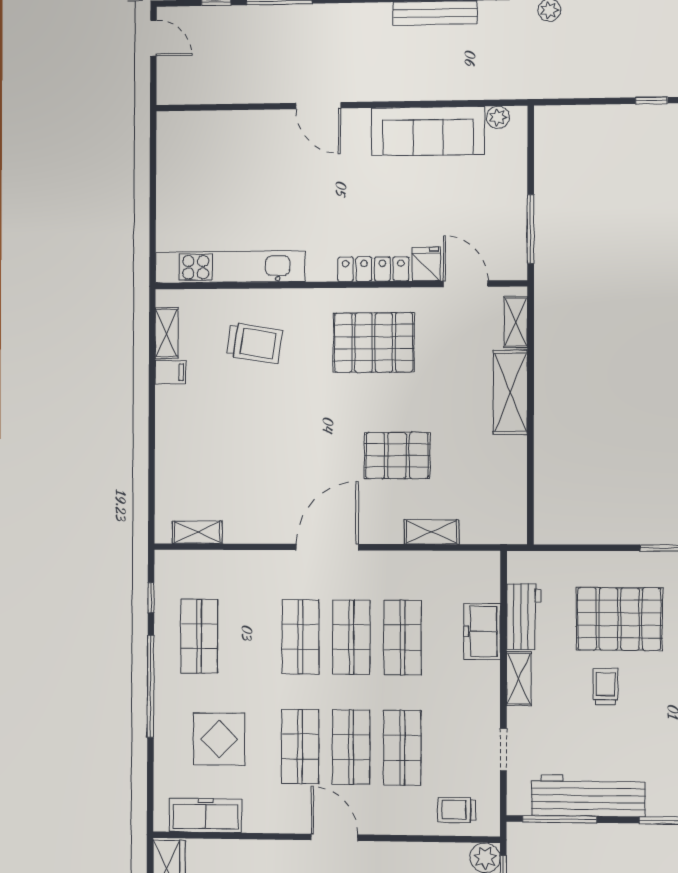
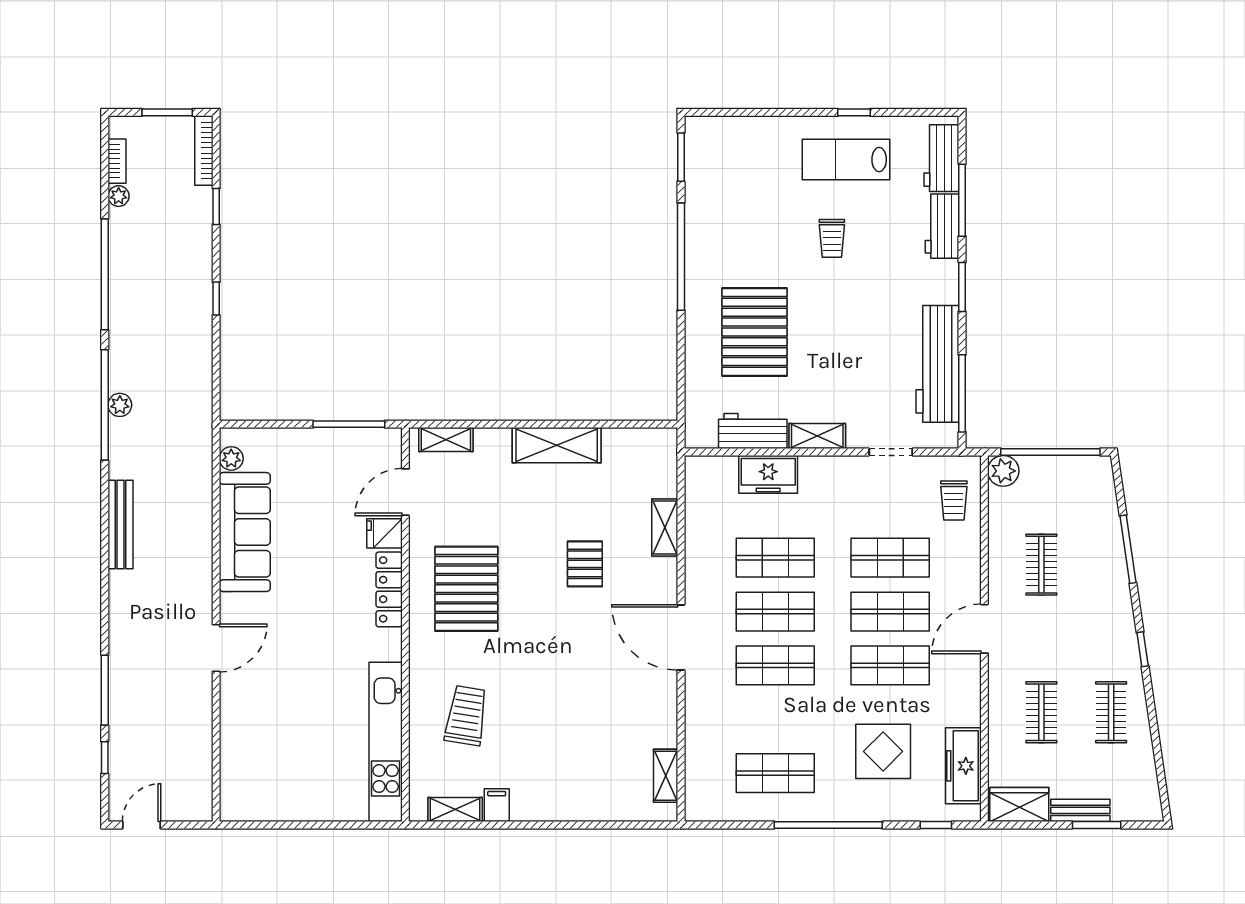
shelving: (510, 392) -> (557, 445), moved
pallet: (397, 455) -> (585, 564), width x0.67, depth x0.71
window: (151, 598) -> (936, 825), moved
trolley: (605, 687) -> (825, 346), removed

